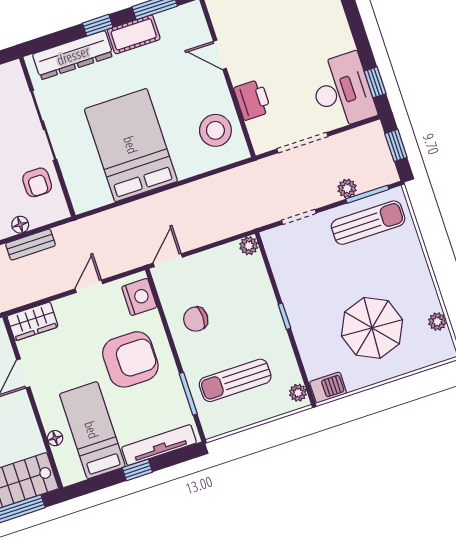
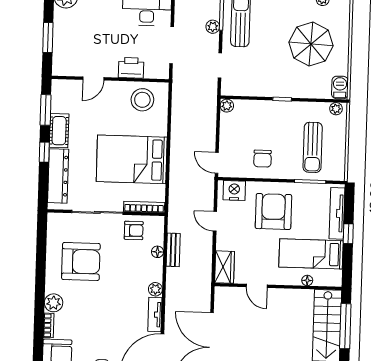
bookcase: (73, 185) -> (144, 207), added

